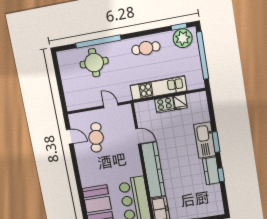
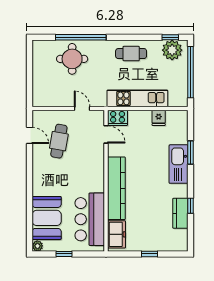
cooker: (165, 105) -> (118, 118), moved
door: (138, 136) -> (106, 134), moved
window: (216, 142) -> (190, 153), moved
kitchen counter: (211, 171) -> (180, 213), moved

